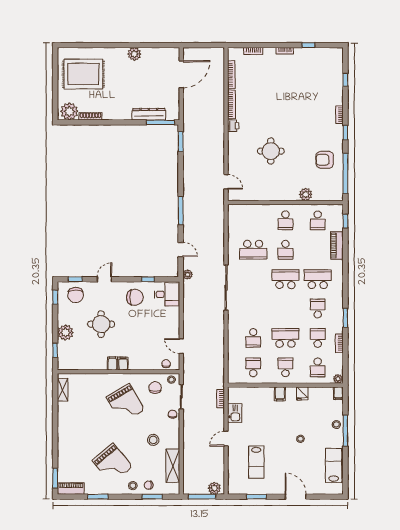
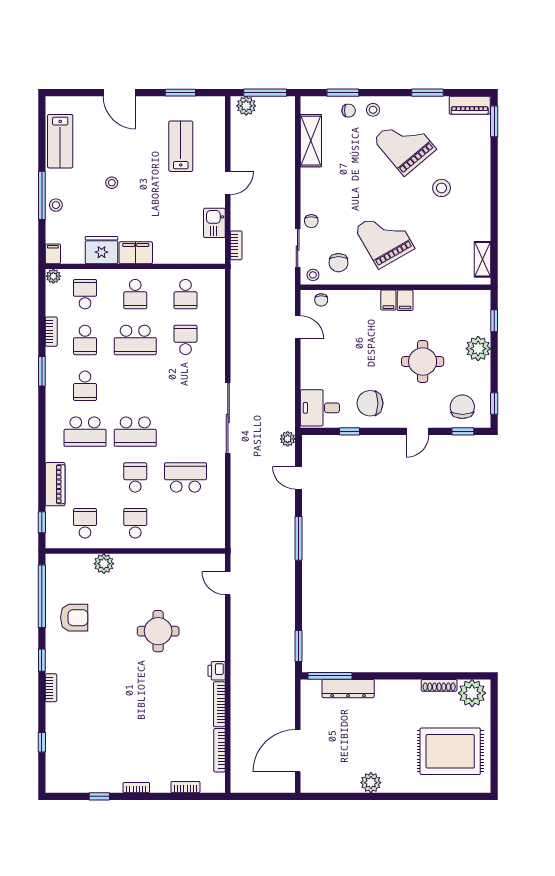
fridge: (302, 393) -> (102, 250), width x1.88, depth x1.34
filing cabinet: (280, 394) -> (136, 253), width x2.00
stool: (153, 440) -> (442, 188), moved

